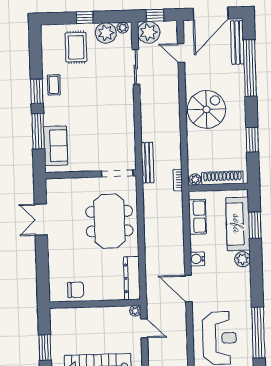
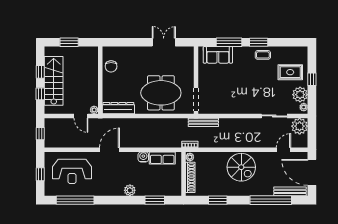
window: (155, 15) -> (312, 131), removed
sofa: (238, 224) -> (156, 188), removed
water cooler: (197, 259) -> (143, 157), moved
door: (144, 328) -> (81, 116), hinge flipped

